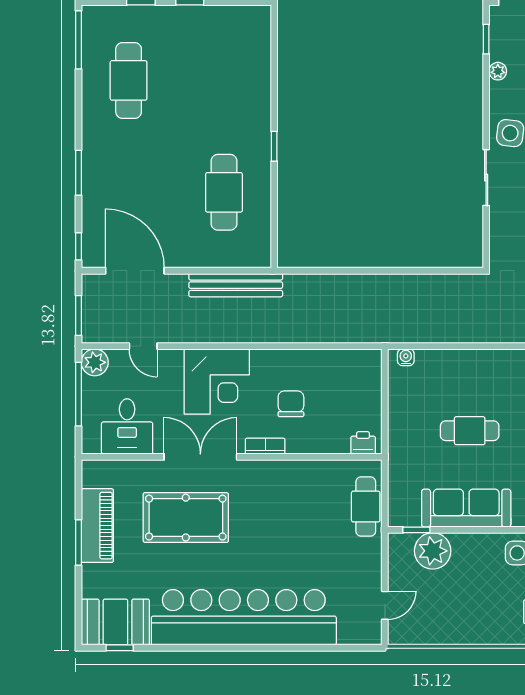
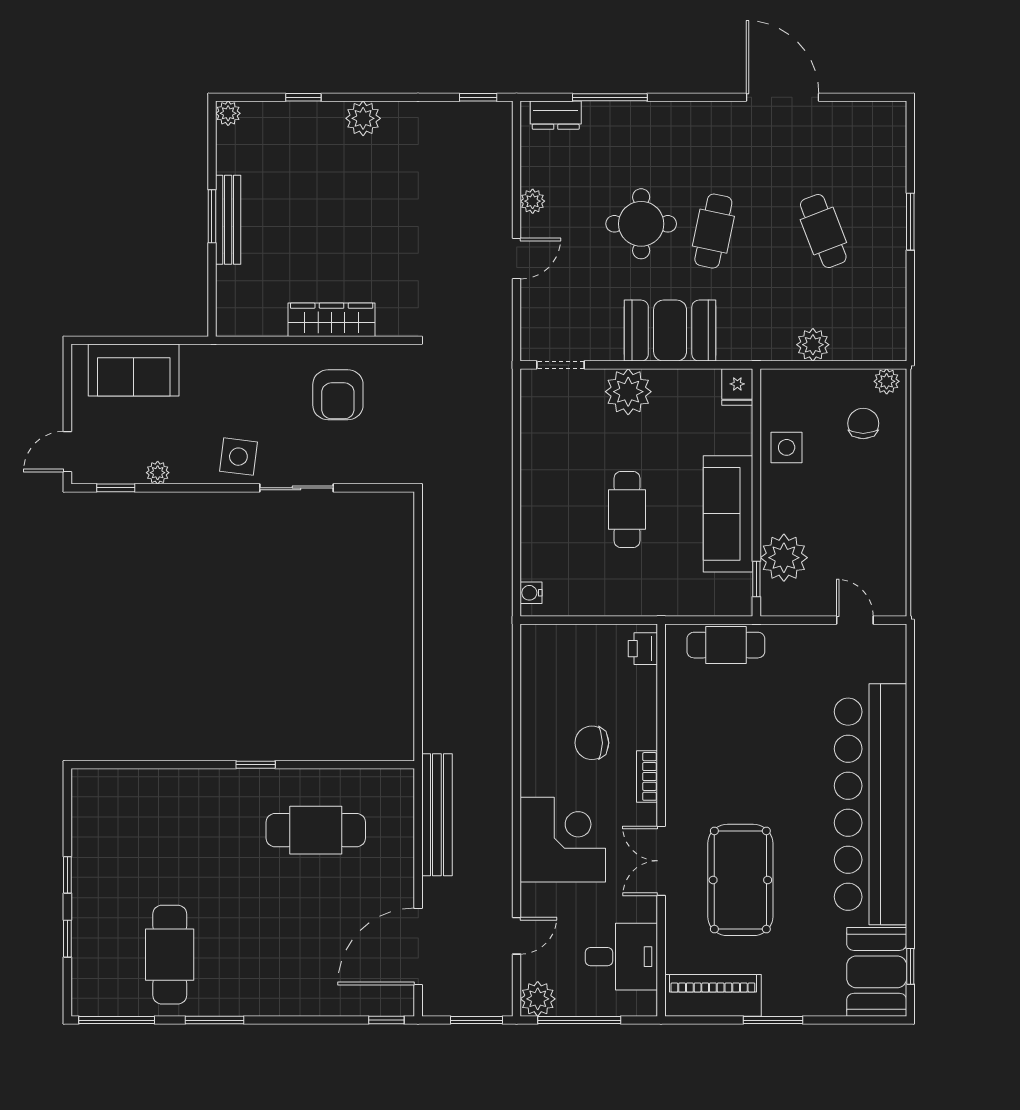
cafe table: (129, 80) -> (170, 955), turned 90
window: (79, 173) -> (214, 1020), moved
double door: (200, 457) -> (661, 861), width x0.73
piano: (97, 526) -> (713, 995), moved

